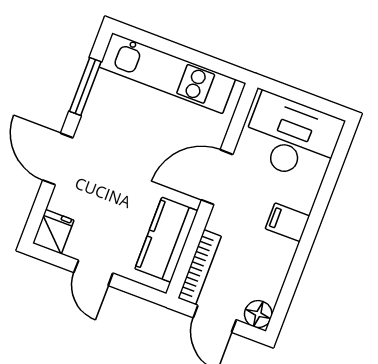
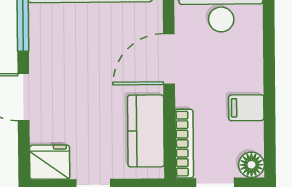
filing cabinet: (288, 222) -> (246, 108), moved
fridge: (53, 232) -> (50, 162), width x1.38

